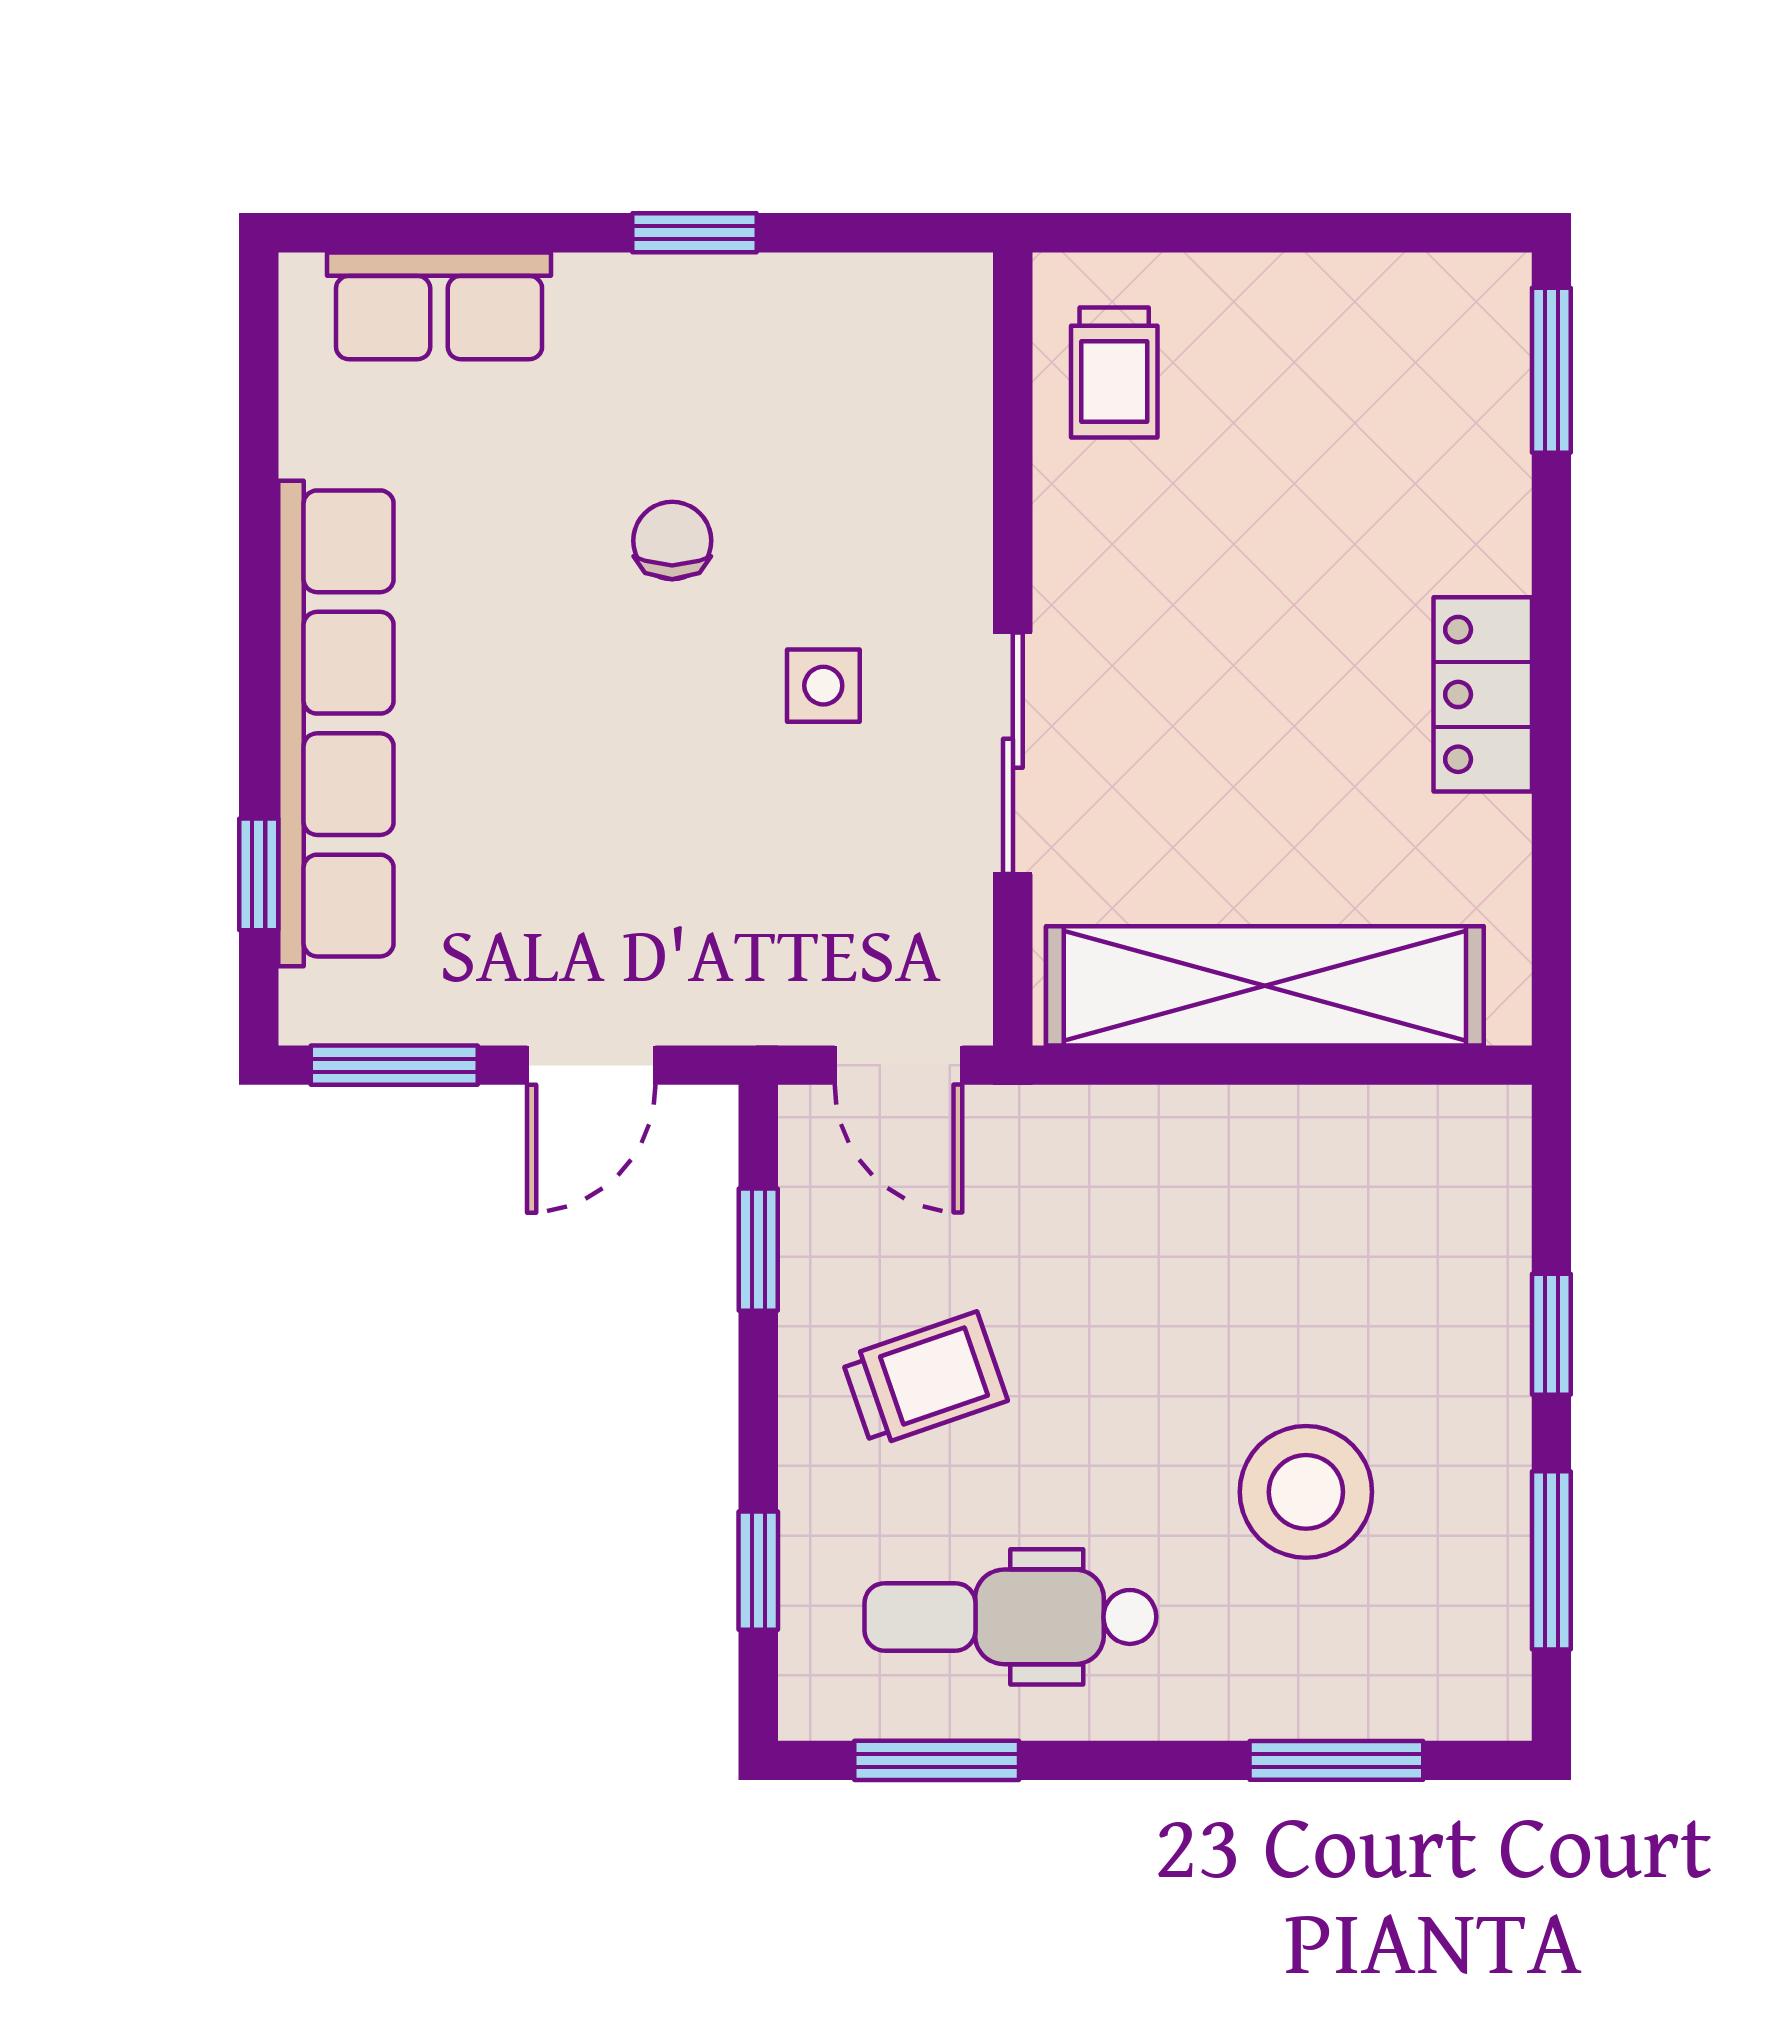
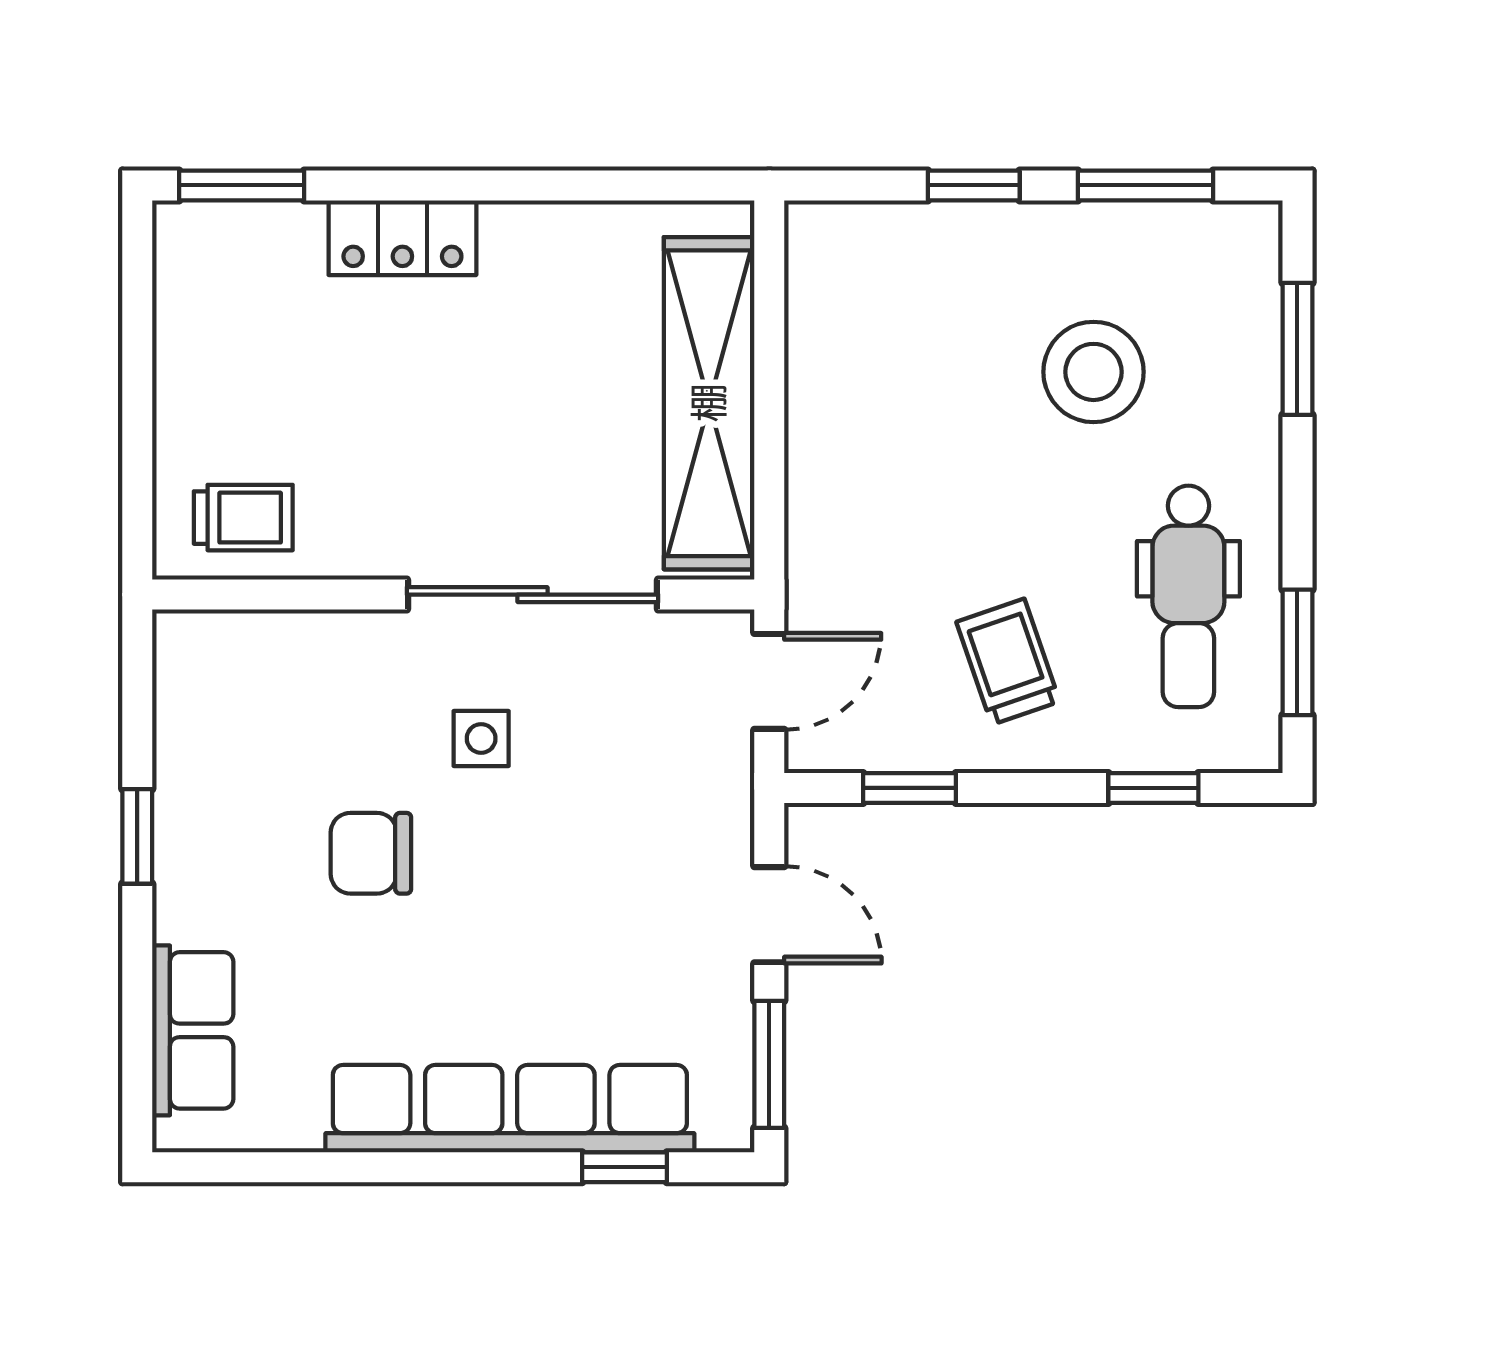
chair: (672, 541) -> (371, 853), width x1.37, depth x1.37
locker: (1483, 694) -> (402, 238), moved
sliding door: (1013, 753) -> (532, 595), width x1.37

